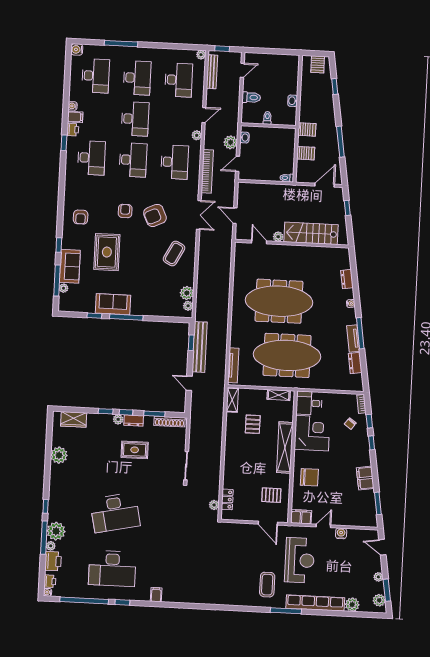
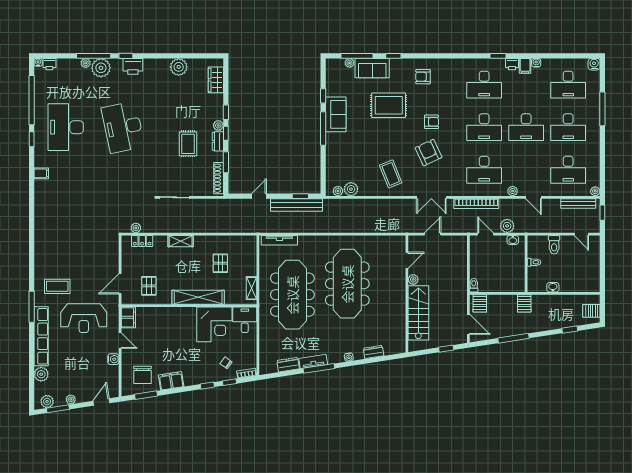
server rack: (306, 153) -> (480, 303), moved
coffee table: (174, 253) -> (391, 174), turned 40
shelving: (232, 400) -> (181, 241), moved
pallet: (253, 424) -> (220, 263), turned 90
chair: (309, 477) -> (143, 375), moved
printer: (53, 561) -> (133, 66), moved

